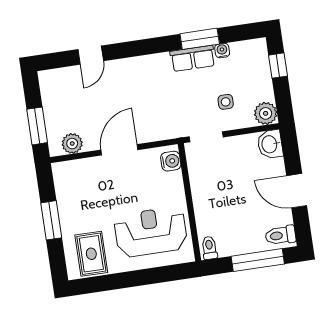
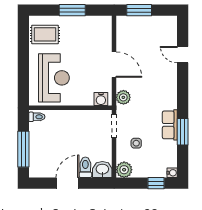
water cooler: (222, 51) -> (172, 173), moved
plant: (72, 144) -> (123, 97), moved
toilet: (280, 235) -> (85, 167), moved

